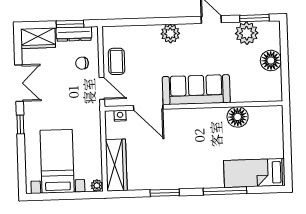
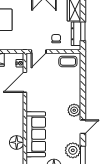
plant: (170, 34) -> (74, 110), moved
coffee table: (117, 61) -> (68, 61), moved
sofa: (196, 90) -> (36, 134), moved

